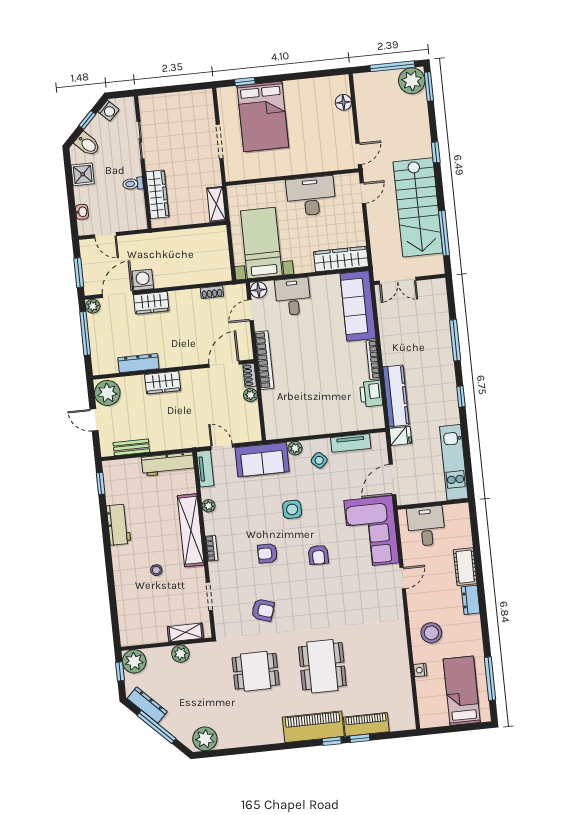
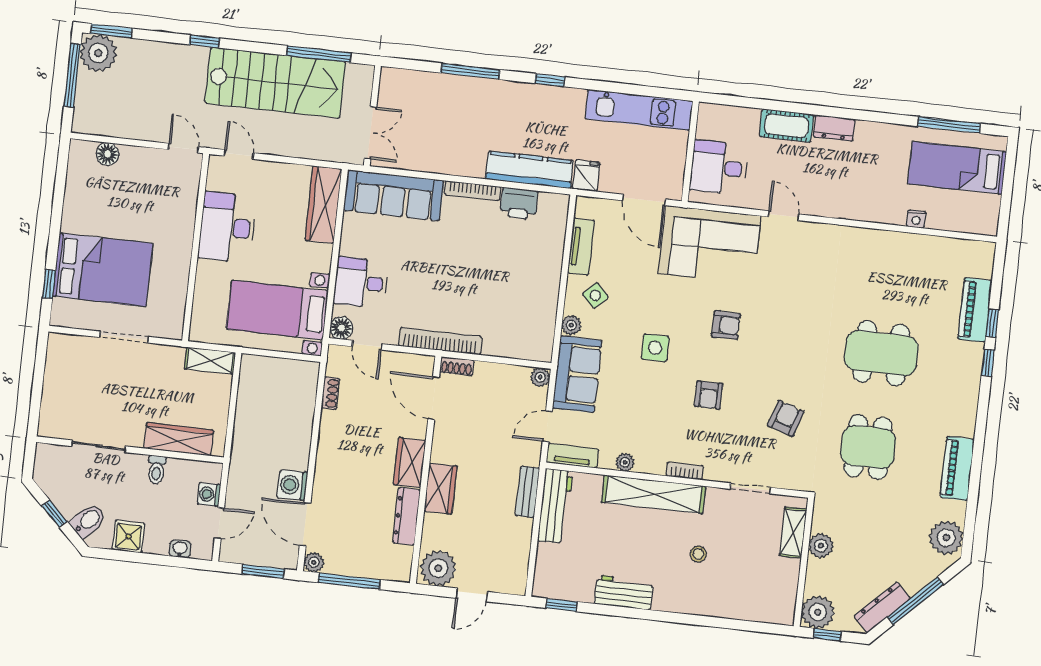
washing machine: (109, 111) -> (209, 494), moved, turned -134
wardrobe: (151, 303) -> (410, 462), moved, turned 180
plant: (250, 395) -> (540, 377), moved
bench: (131, 447) -> (527, 492), moved
stool: (431, 633) -> (868, 192), removed
piano: (313, 727) -> (957, 468), moved, width x0.73, depth x0.75

